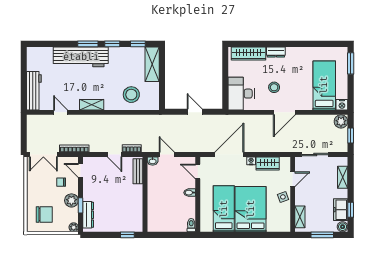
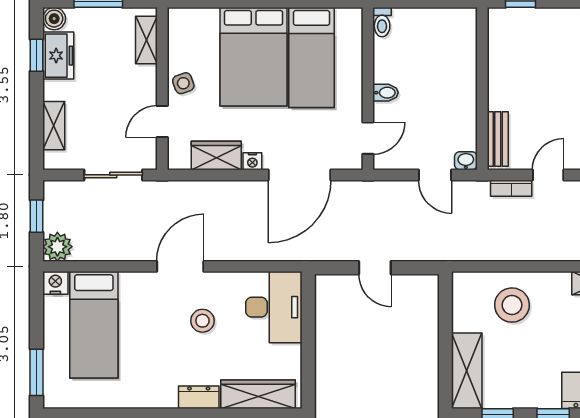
door: (115, 155) -> (548, 175), hinge flipped
door: (198, 172) -> (368, 138), hinge flipped

